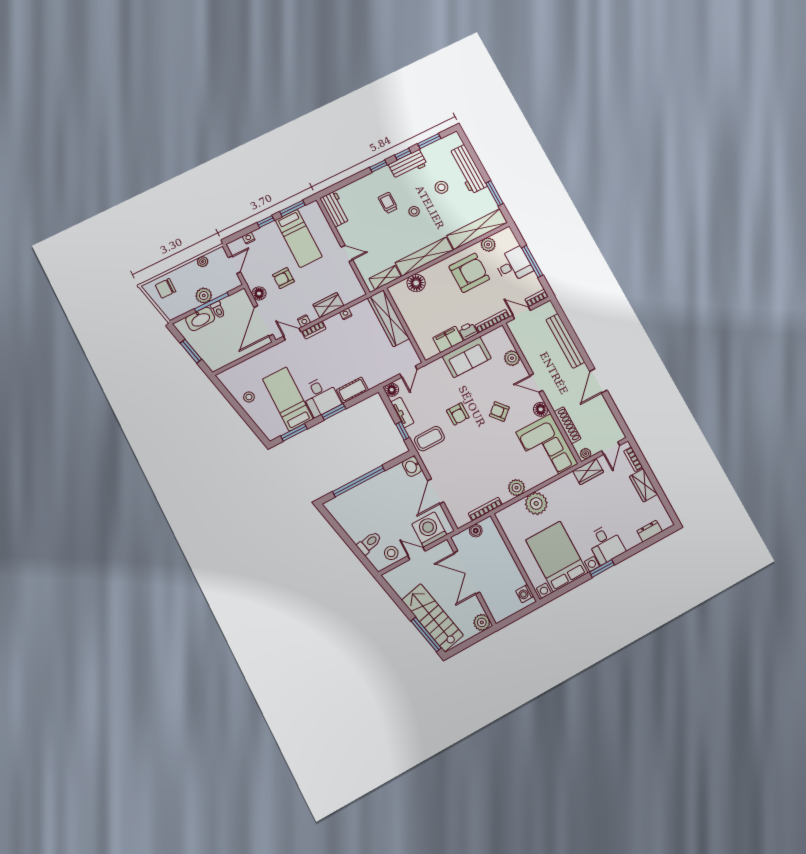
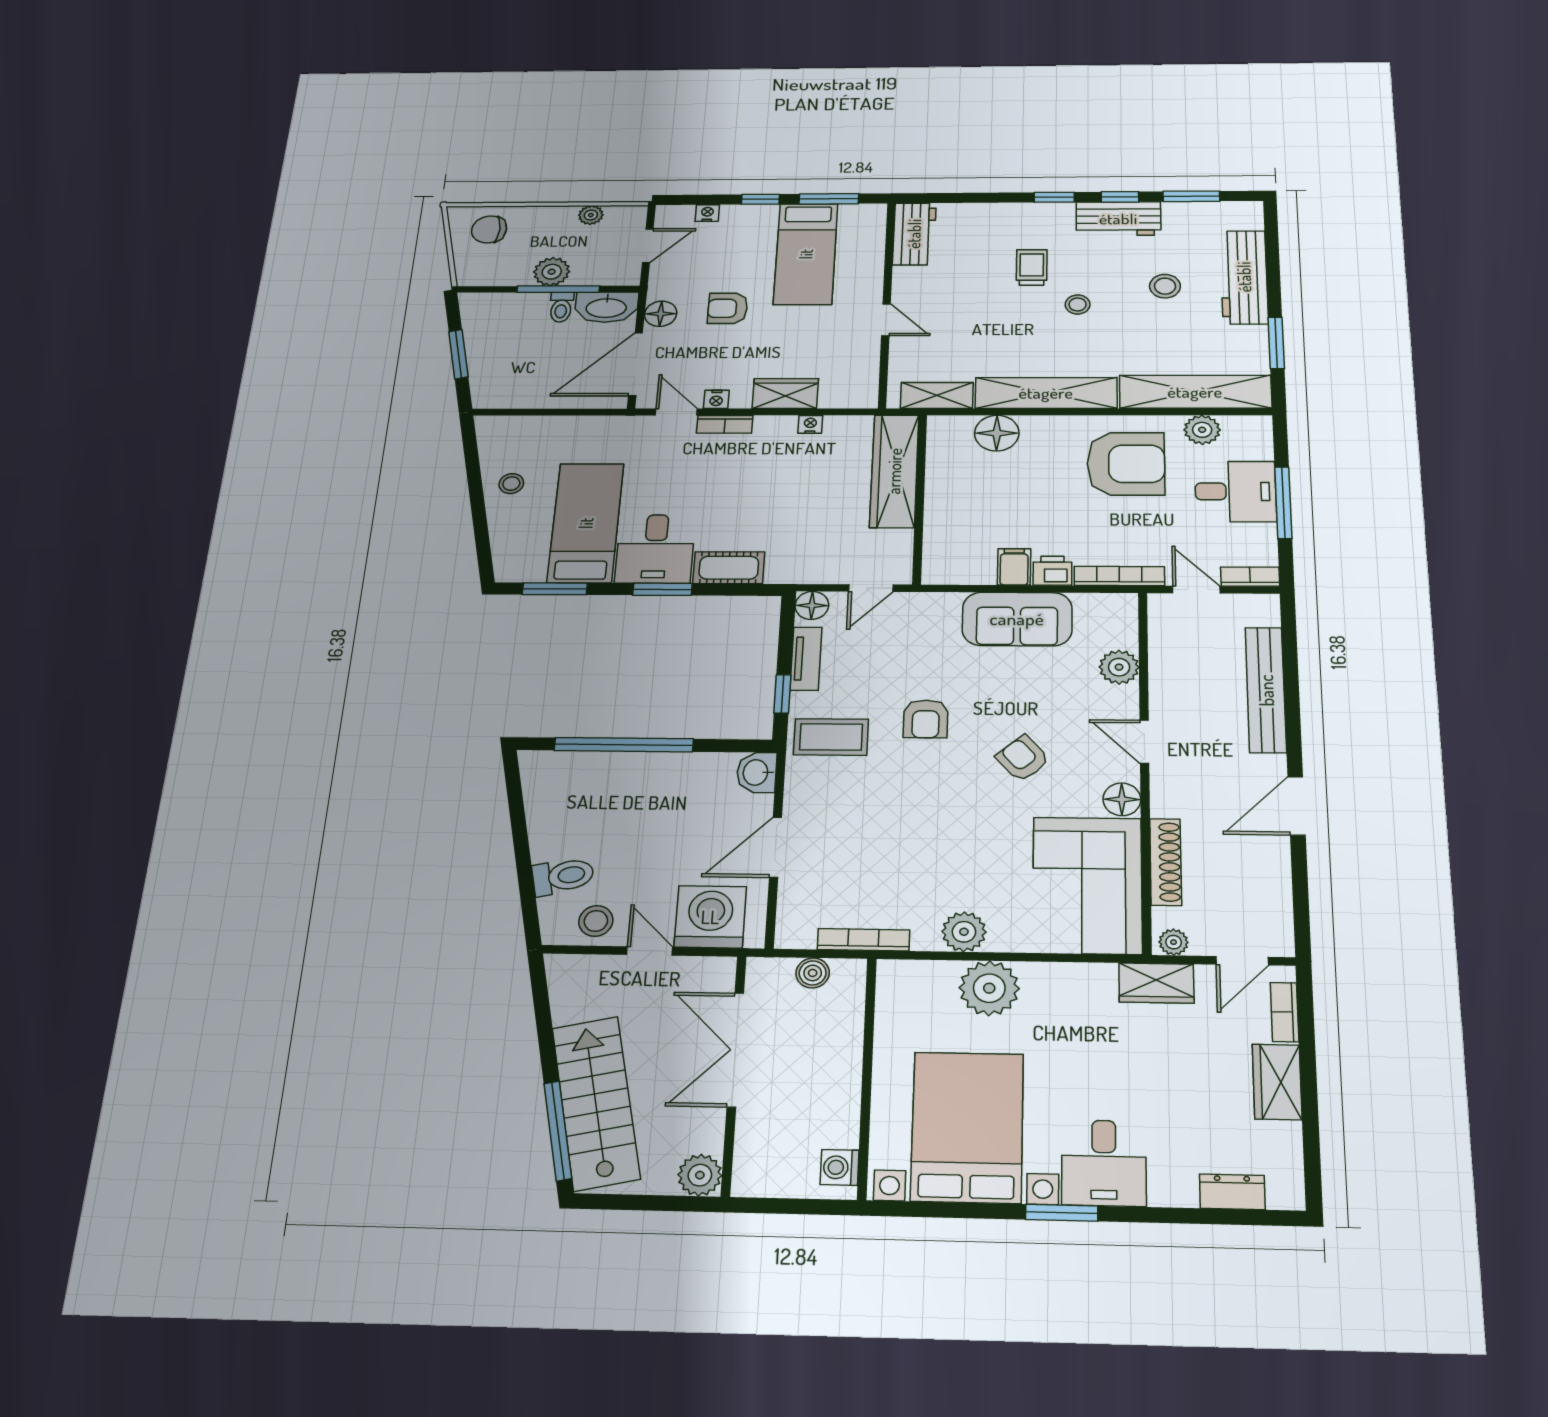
washbasin: (200, 319) -> (606, 307), moved
filing cabinet: (448, 339) -> (1014, 567), width x0.50

